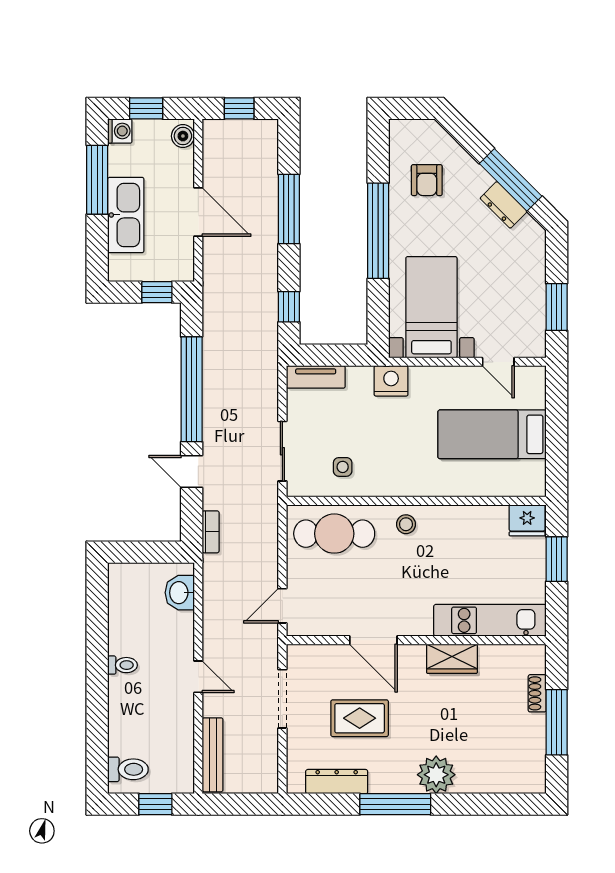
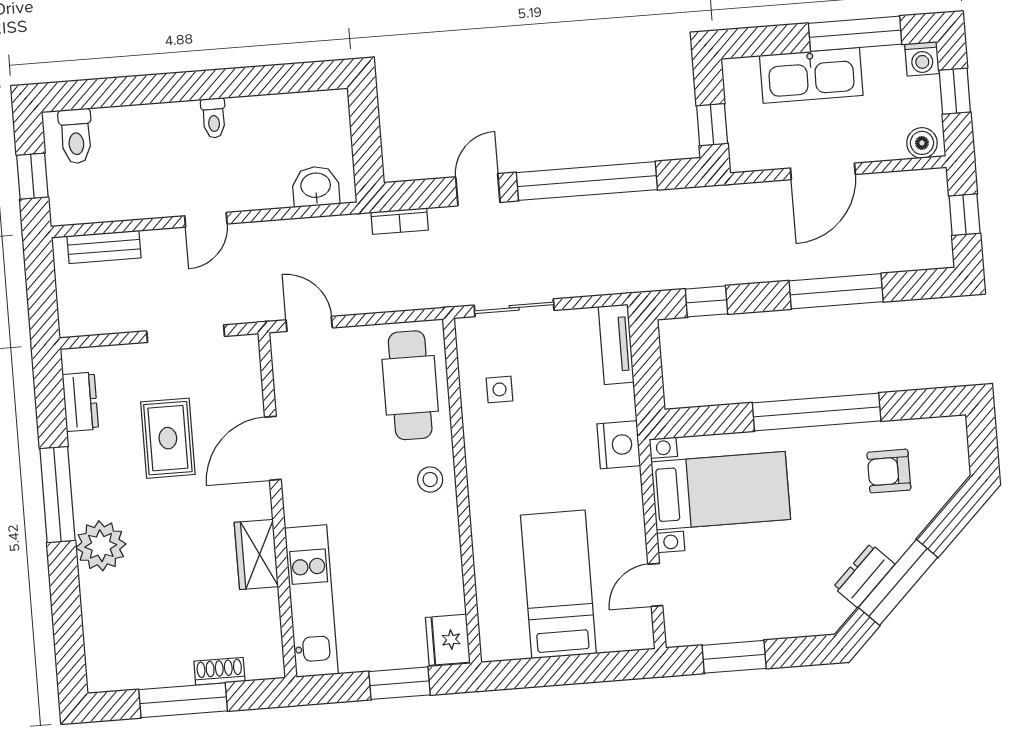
bench: (213, 755) -> (104, 247), width x0.73
dresser: (337, 782) -> (80, 402), width x0.70

